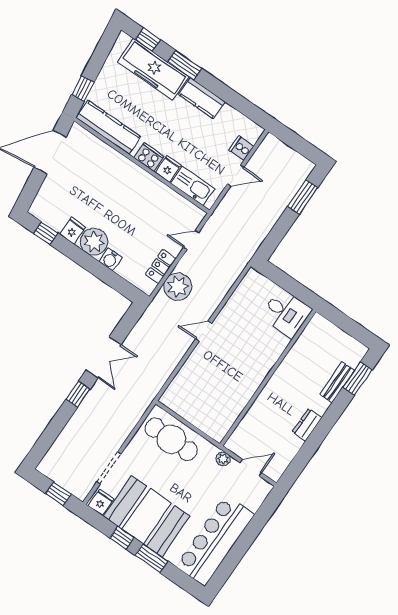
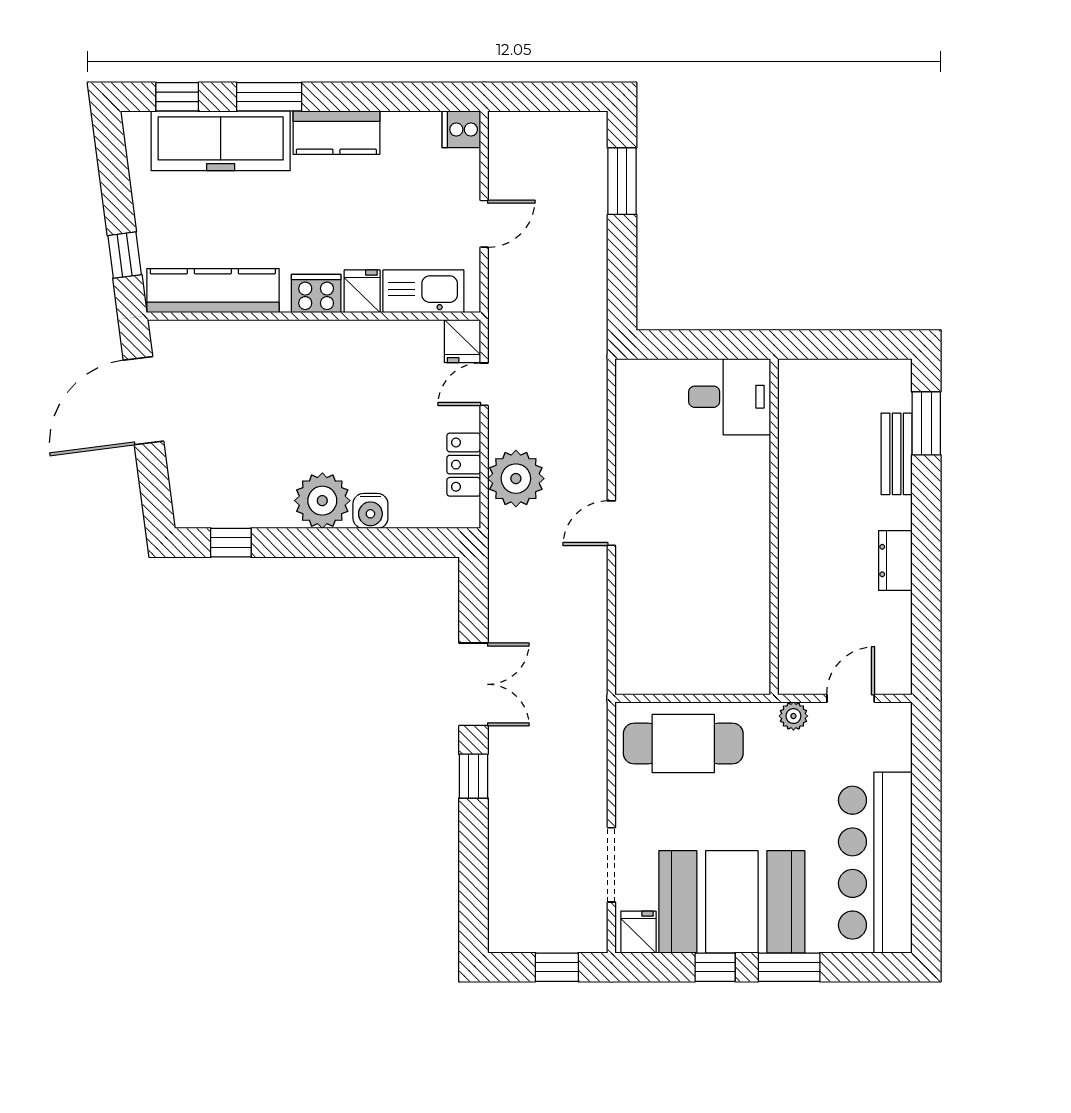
cooker: (241, 148) -> (461, 129), moved
fridge: (73, 231) -> (462, 341), moved, turned 180

